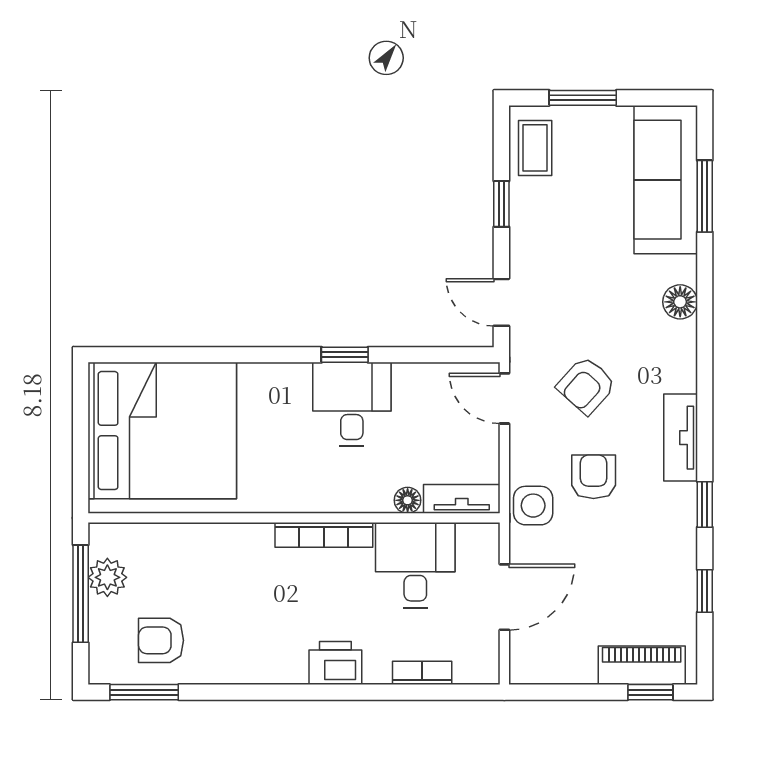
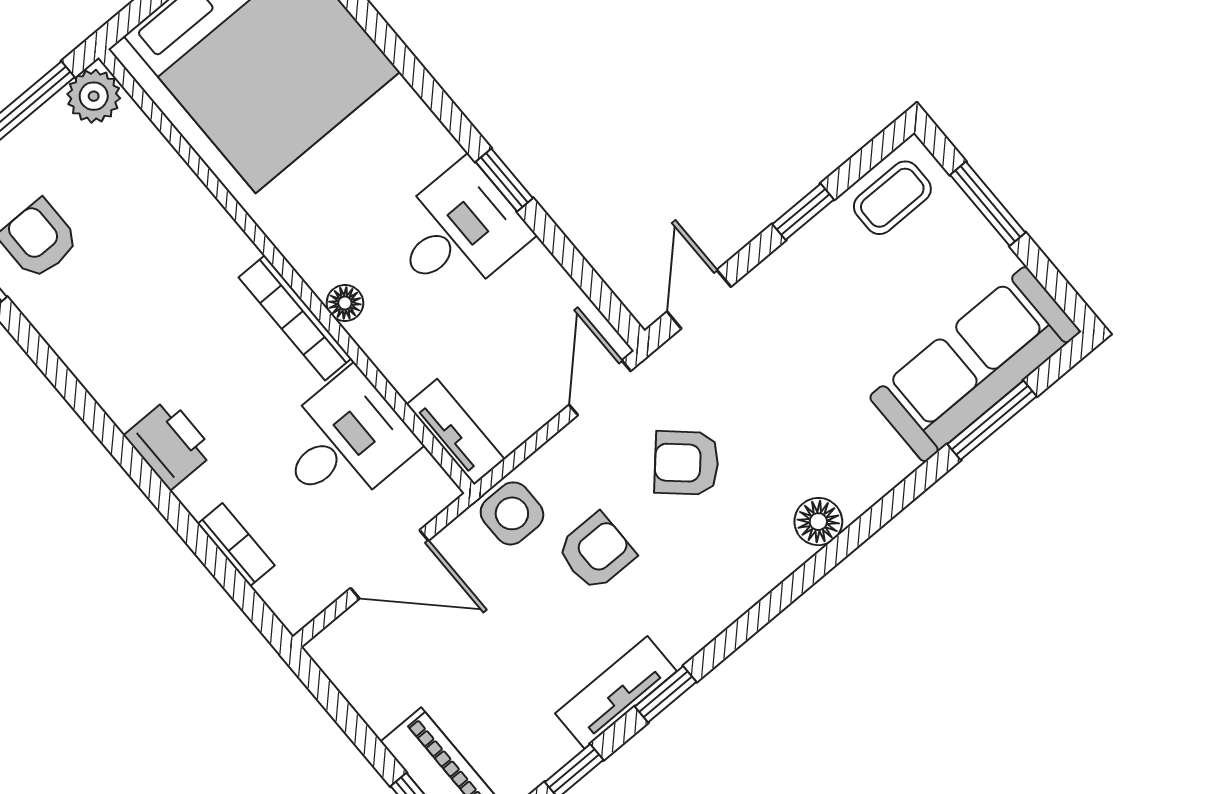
floor lamp: (680, 302) -> (818, 522), moved
tv unit: (681, 438) -> (616, 692), moved
floor lamp: (408, 500) -> (345, 303), moved
plant: (107, 577) -> (94, 96), moved

